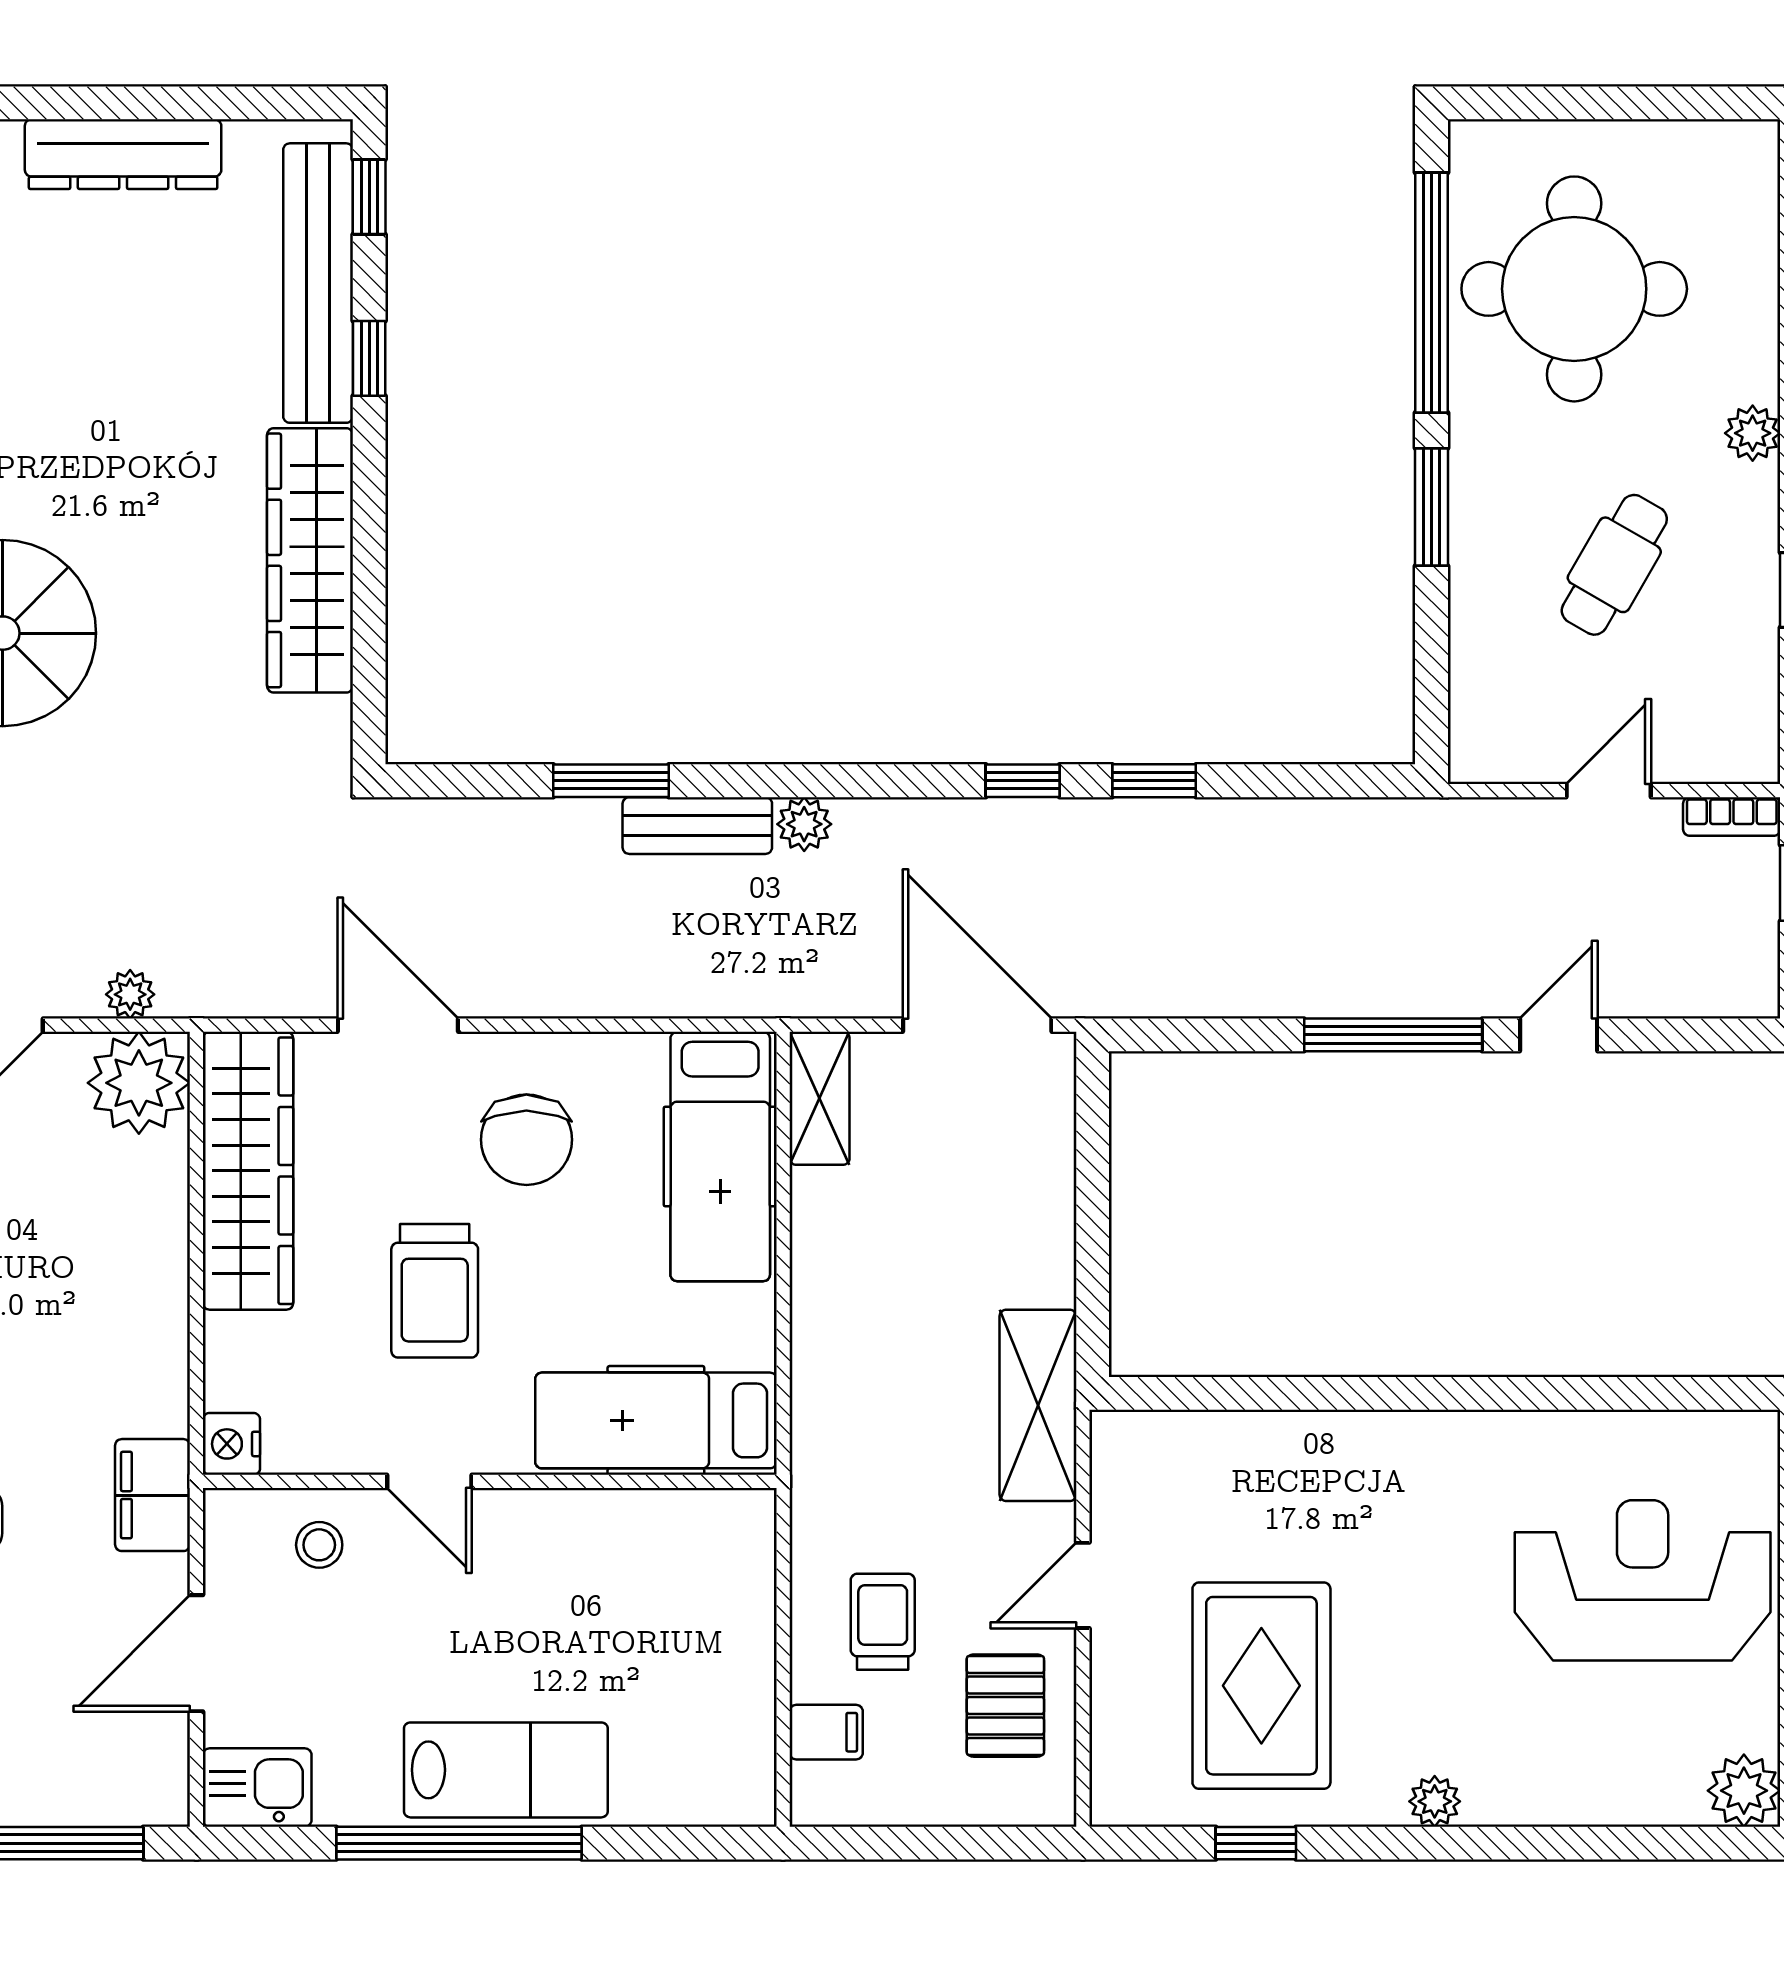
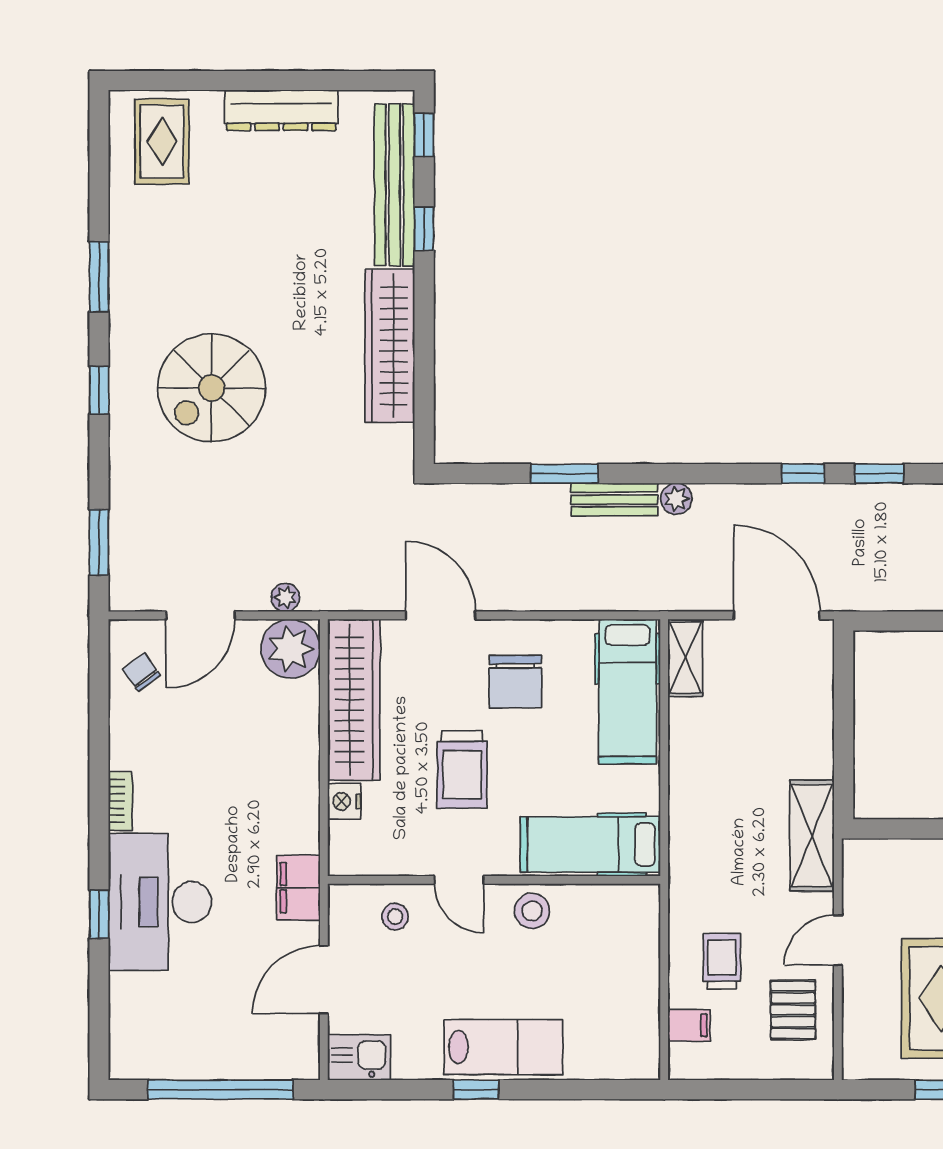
nightstand: (231, 1444) -> (344, 801), moved
stool: (556, 1535) -> (532, 911), added
window: (459, 1843) -> (476, 1090), width x0.32

